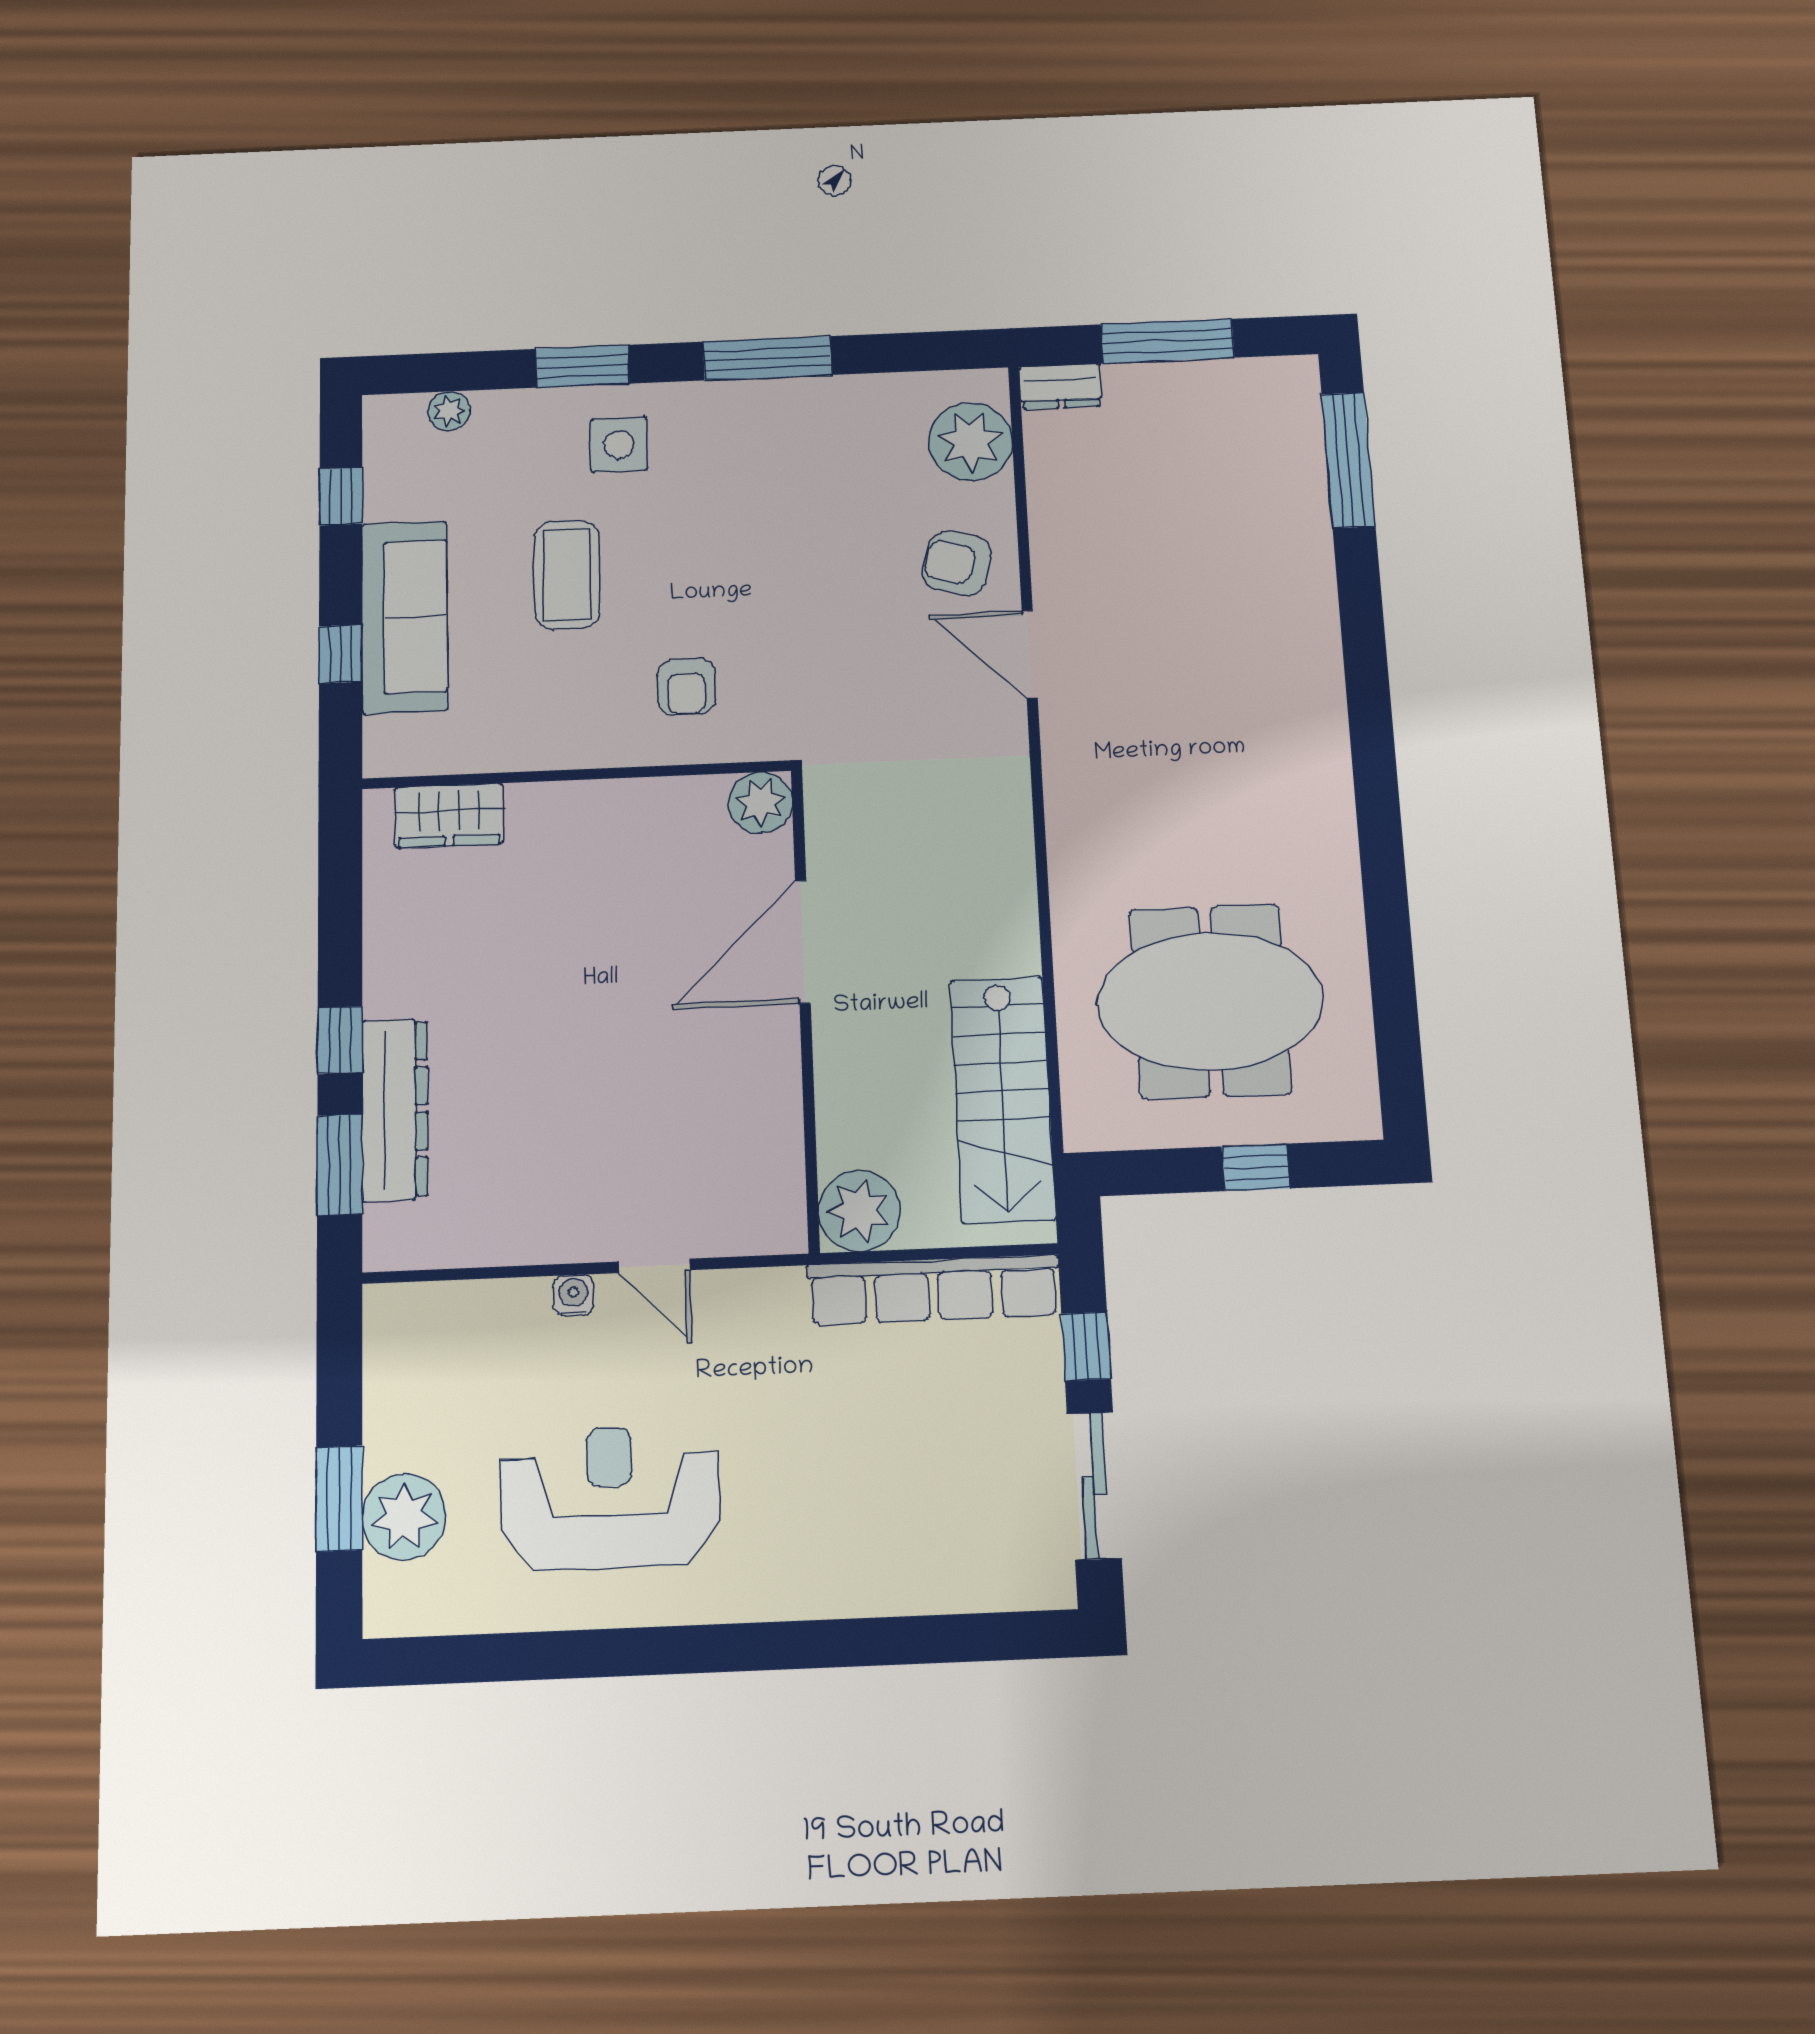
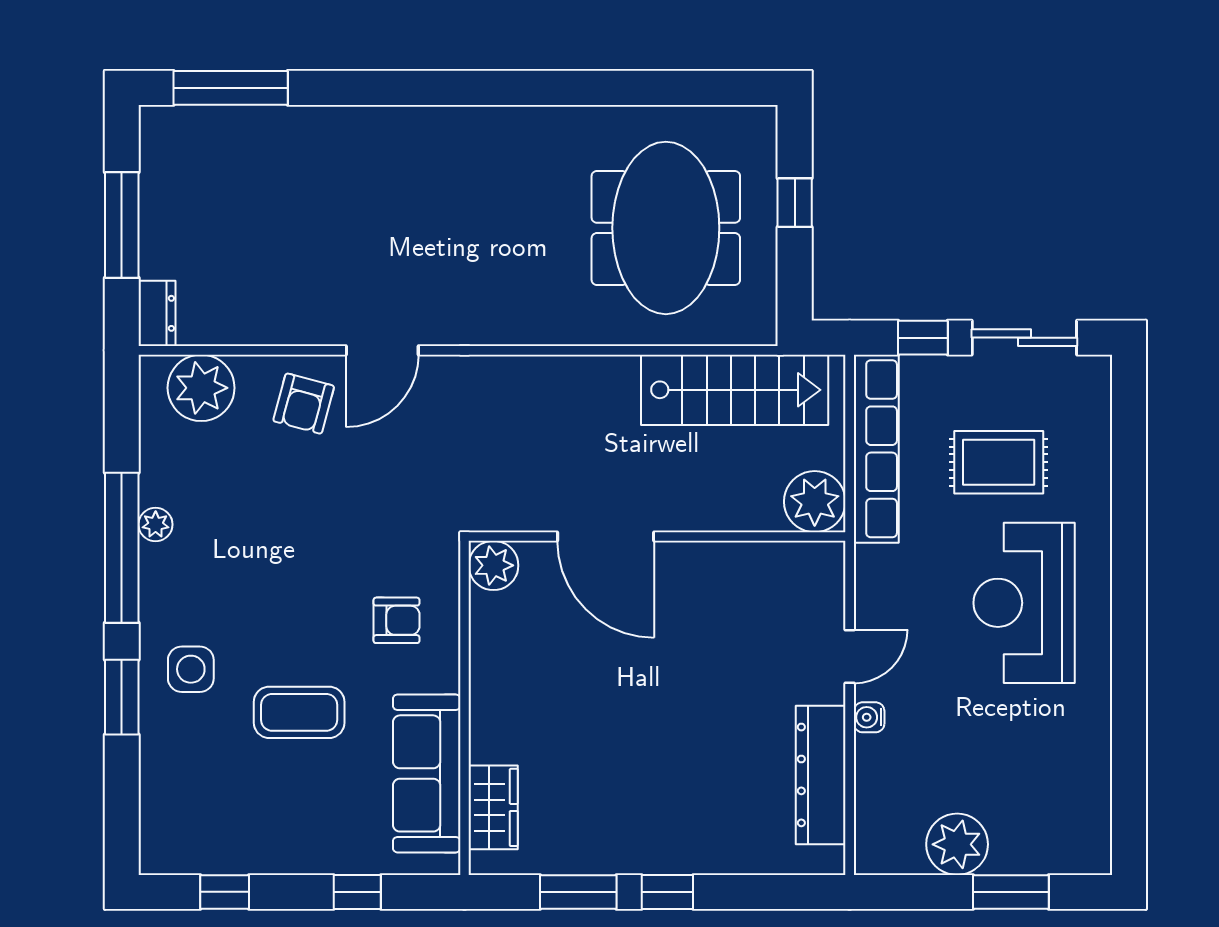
window: (768, 358) -> (122, 548), width x1.46
plant: (449, 411) -> (156, 524), moved
sofa: (405, 617) -> (427, 773), moved, turned -90
dresser: (395, 1109) -> (821, 775), moved, turned -90
window: (340, 1165) -> (578, 892), moved
rug: (923, 1457) -> (999, 462), added
reception desk: (610, 1498) -> (1024, 603), moved
plant: (404, 1517) -> (957, 844), moved

